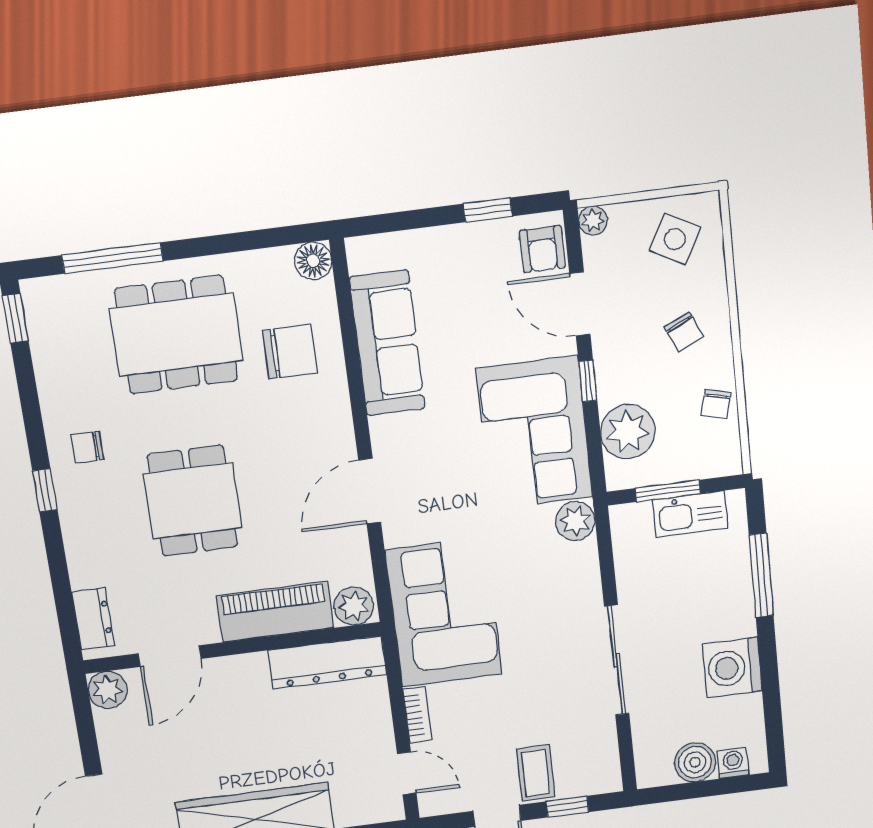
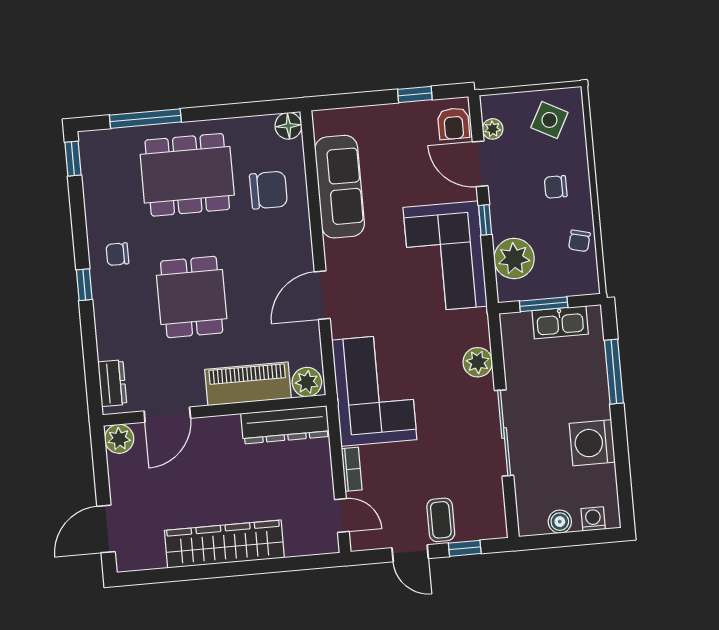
plant: (593, 221) -> (493, 129), moved
chair: (684, 332) -> (556, 187), turned 115
plant: (575, 521) -> (478, 362), moved
boiler: (695, 762) -> (560, 522), width x0.73, depth x0.73

